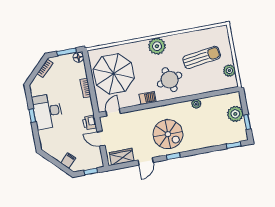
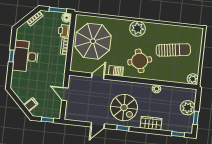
plant: (229, 71) -> (193, 79), moved
door: (113, 112) -> (98, 76), moved
printer: (90, 123) -> (64, 31), moved
wardrobe: (122, 157) -> (151, 123), moved

